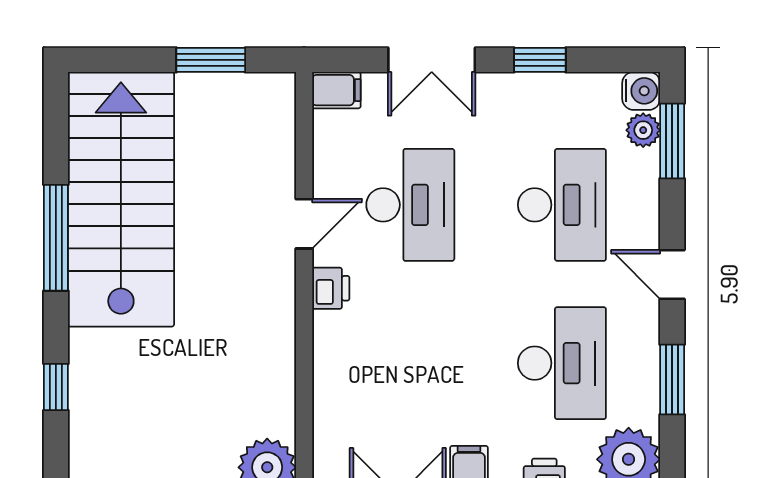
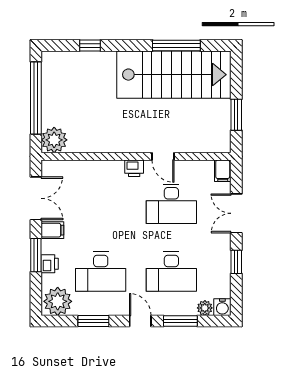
window: (672, 141) -> (180, 321), moved
window: (56, 238) -> (176, 45), moved
door: (672, 275) -> (140, 321), hinge flipped

